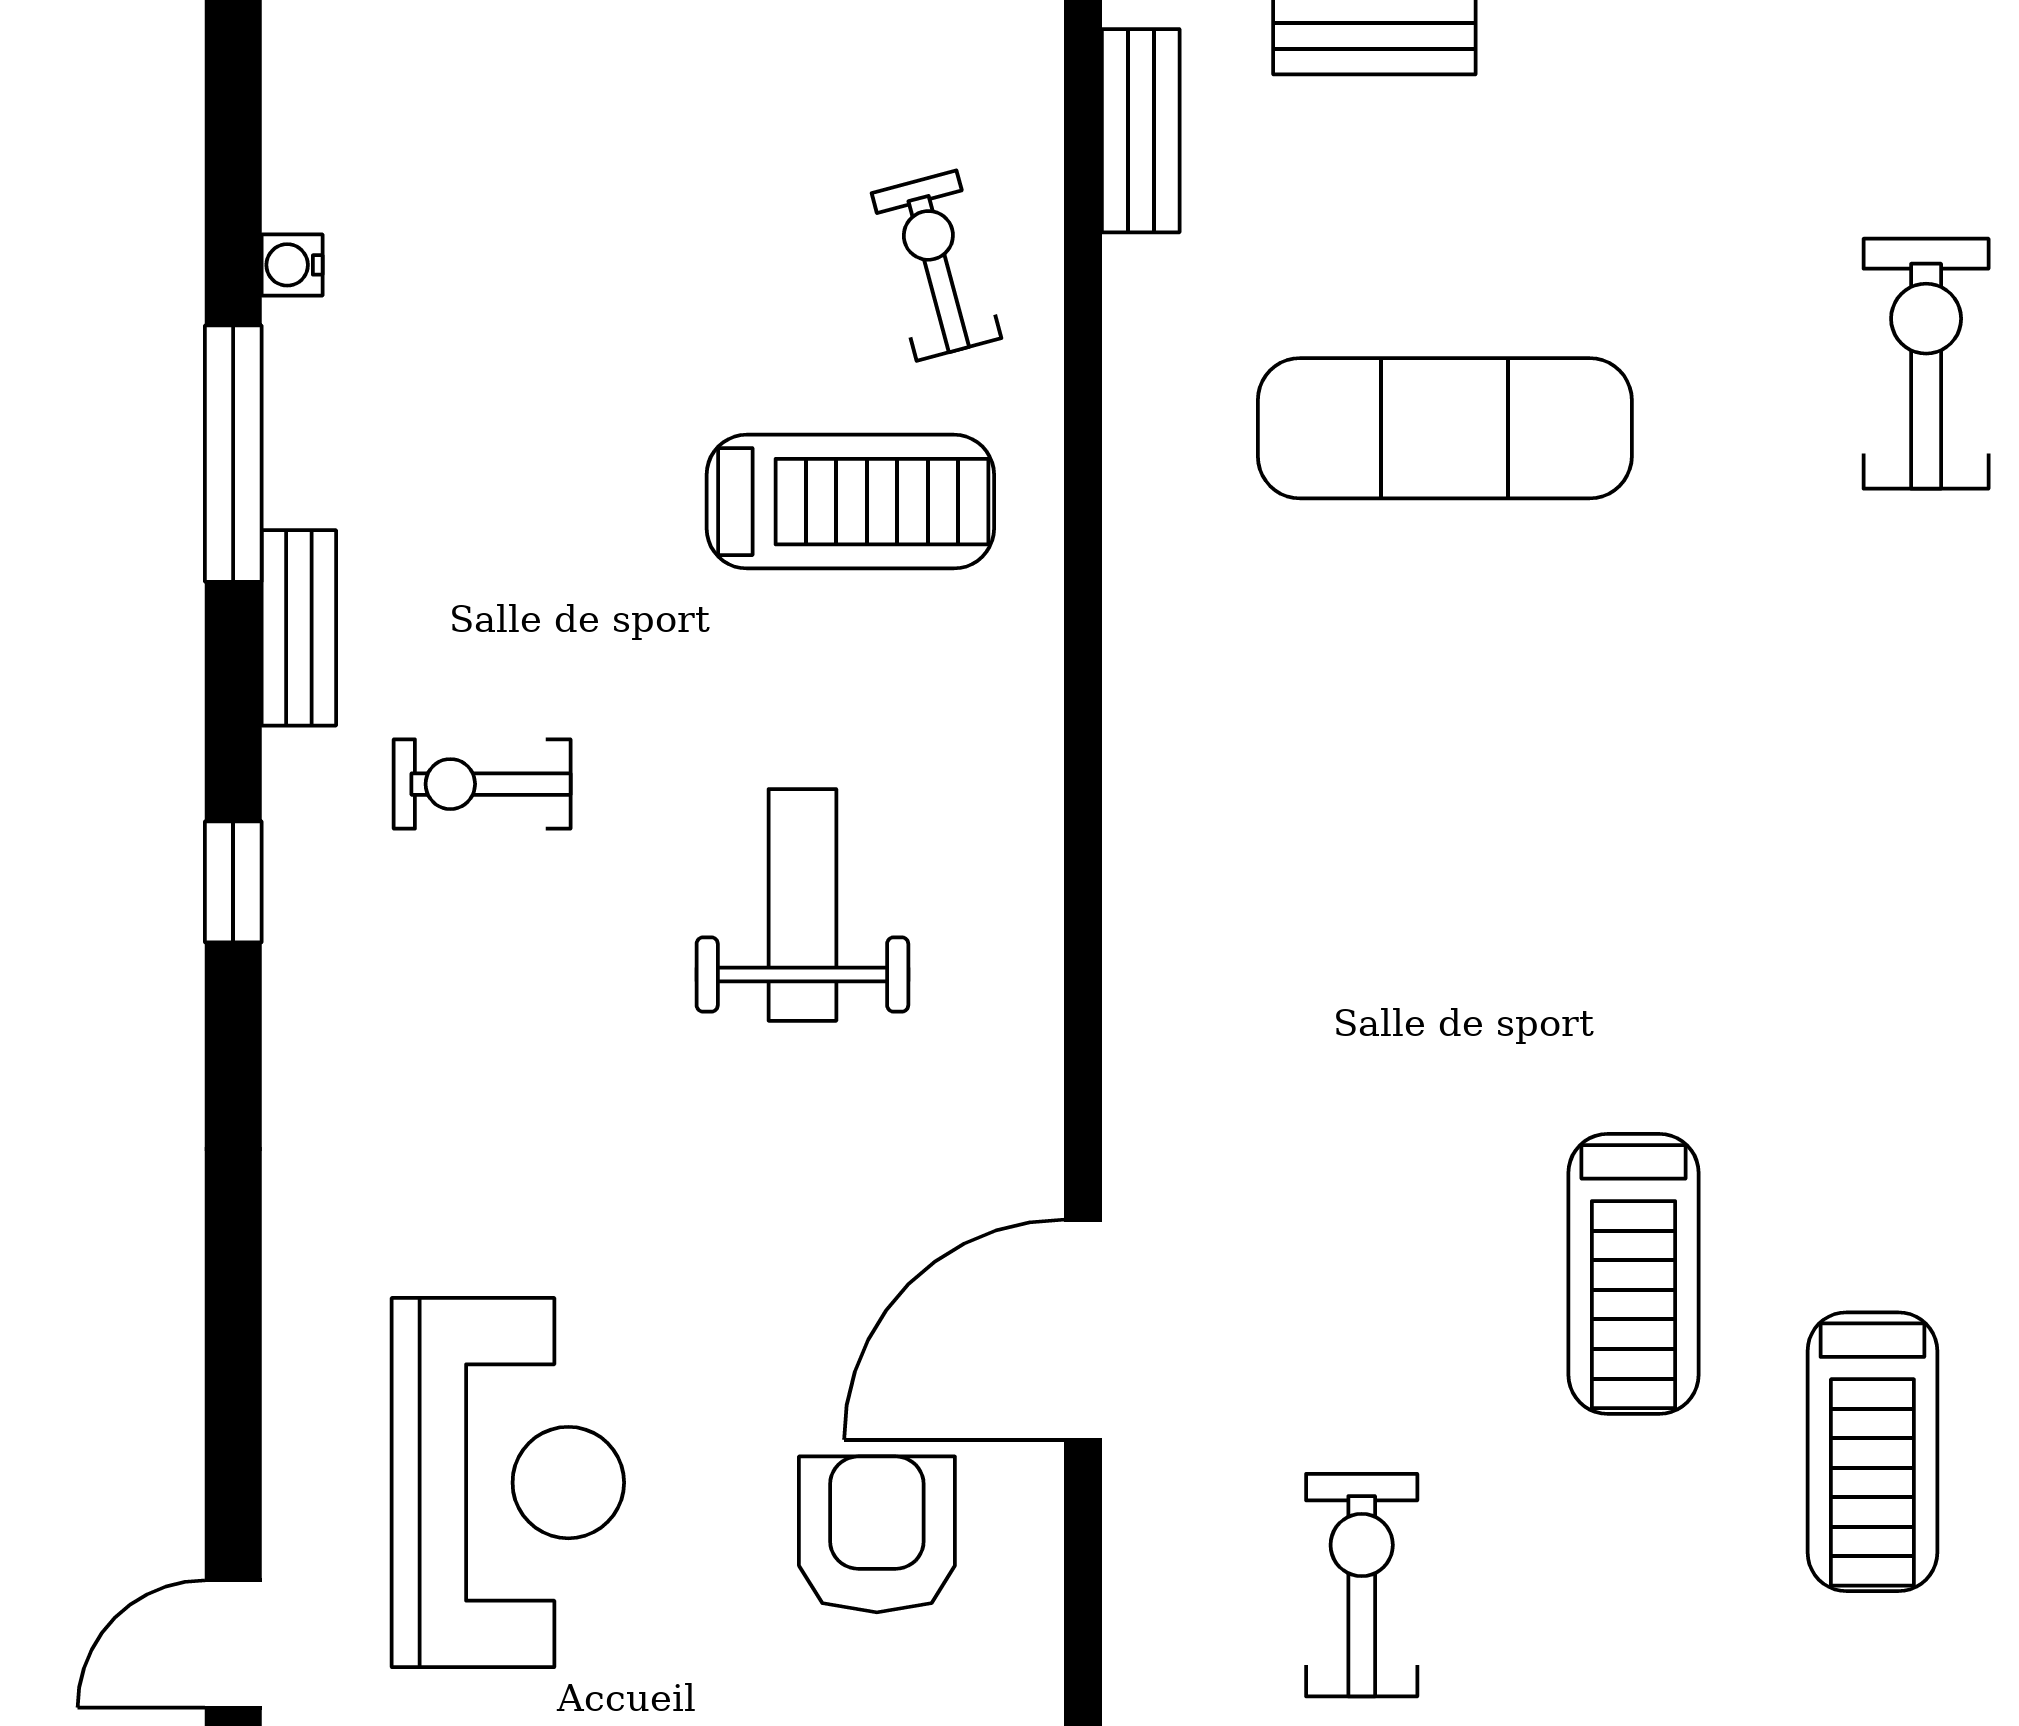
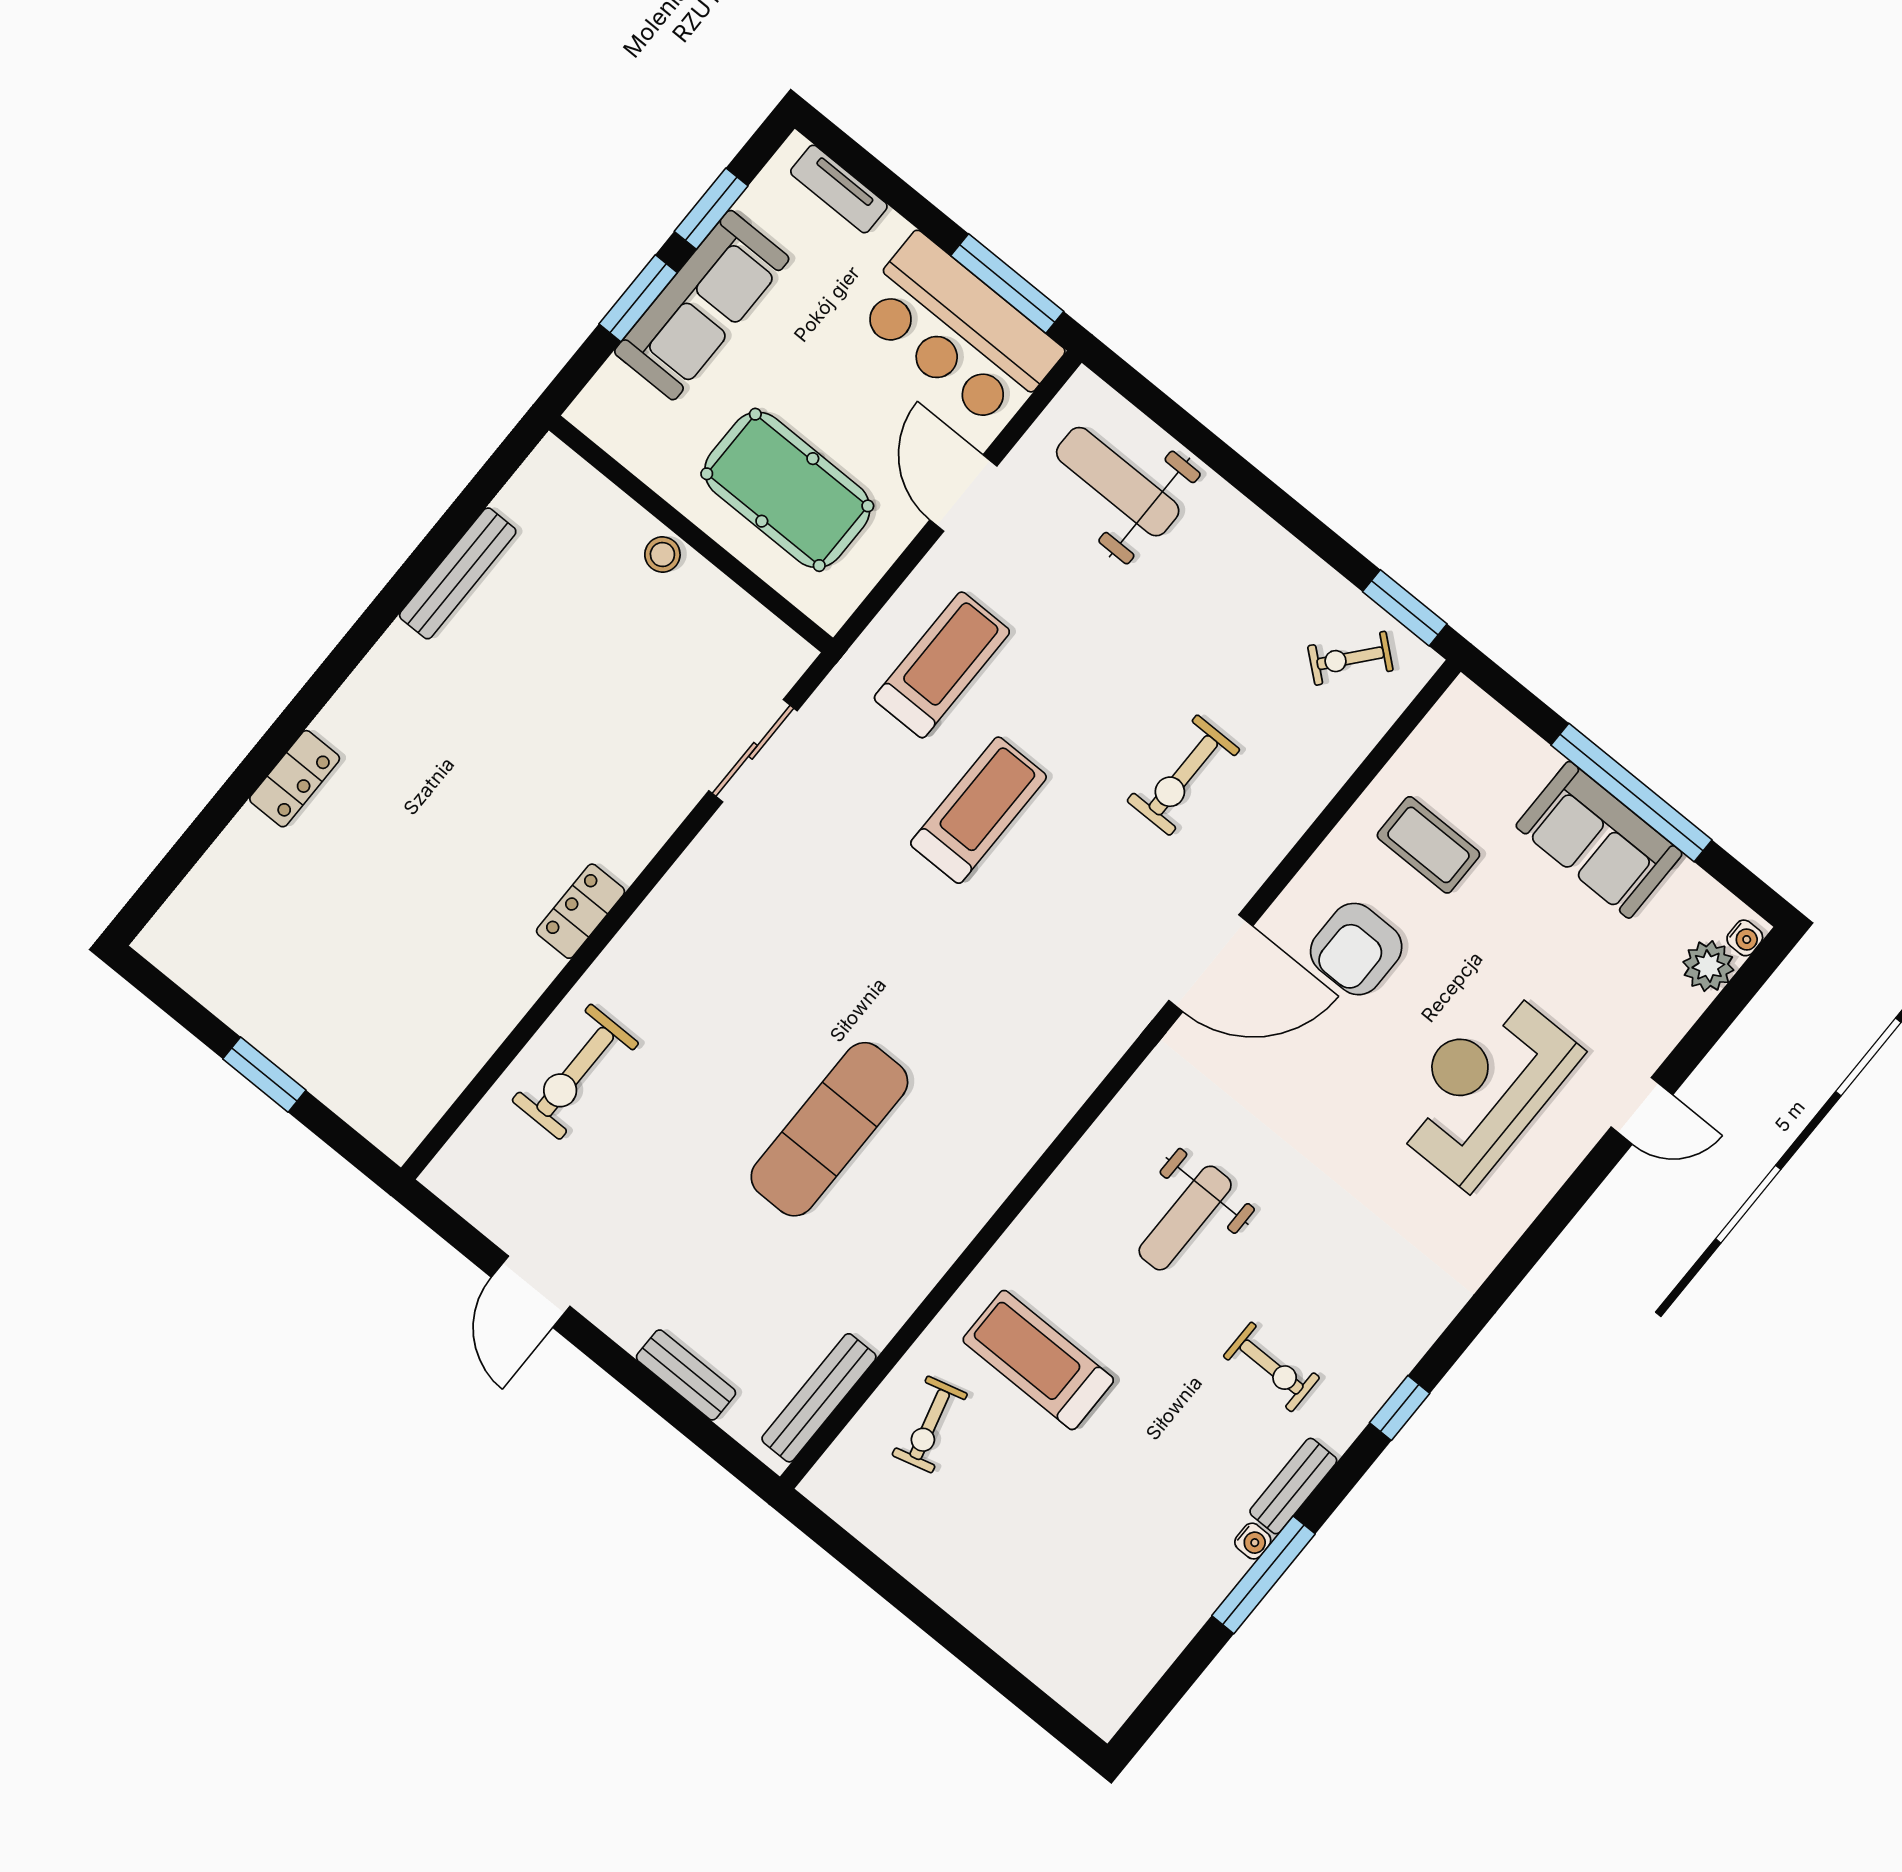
bench: (1141, 131) -> (819, 1398), width x1.36
water cooler: (292, 265) -> (1253, 1541), moved
exercise mat: (1445, 428) -> (829, 1129), moved, turned 90

